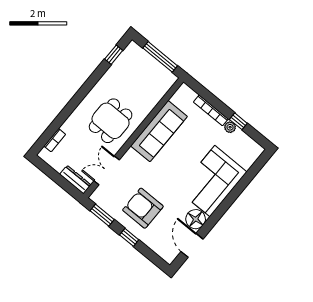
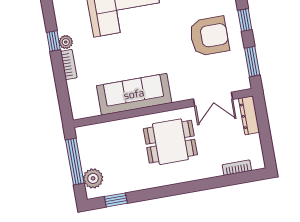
plant: (140, 56) -> (93, 178), added
bookcase: (211, 110) -> (69, 65), width x0.64
armchair: (143, 208) -> (209, 36), turned -90

